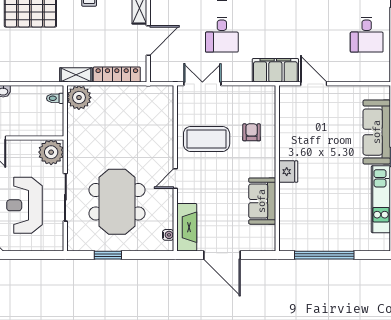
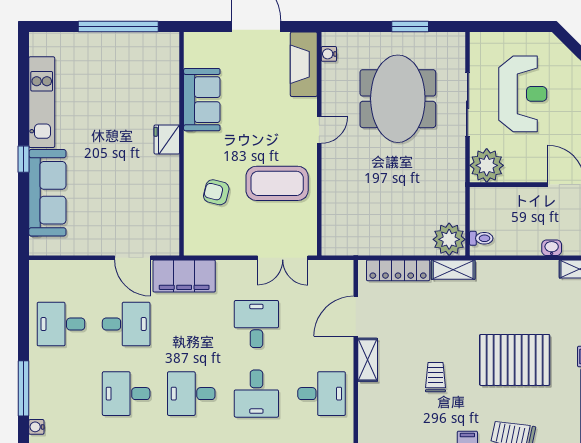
desk: (318, 35) -> (126, 324), added
desk: (367, 35) -> (61, 324), turned -90
armchair: (252, 132) -> (216, 192), turned 104

